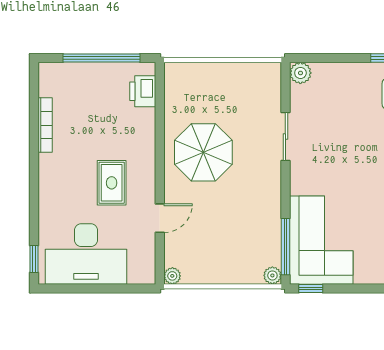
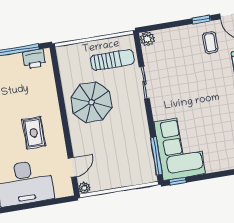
printer: (143, 91) -> (34, 59), moved, turned -90
sun lounger: (244, 95) -> (112, 60), added
door: (160, 218) -> (72, 167), moved
plant: (272, 275) -> (151, 177), removed

